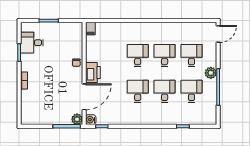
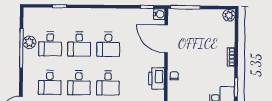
printer: (93, 72) -> (156, 78), moved
plant: (211, 73) -> (29, 42), moved
door: (84, 97) -> (166, 39), hinge flipped
plant: (77, 119) -> (229, 15), moved

